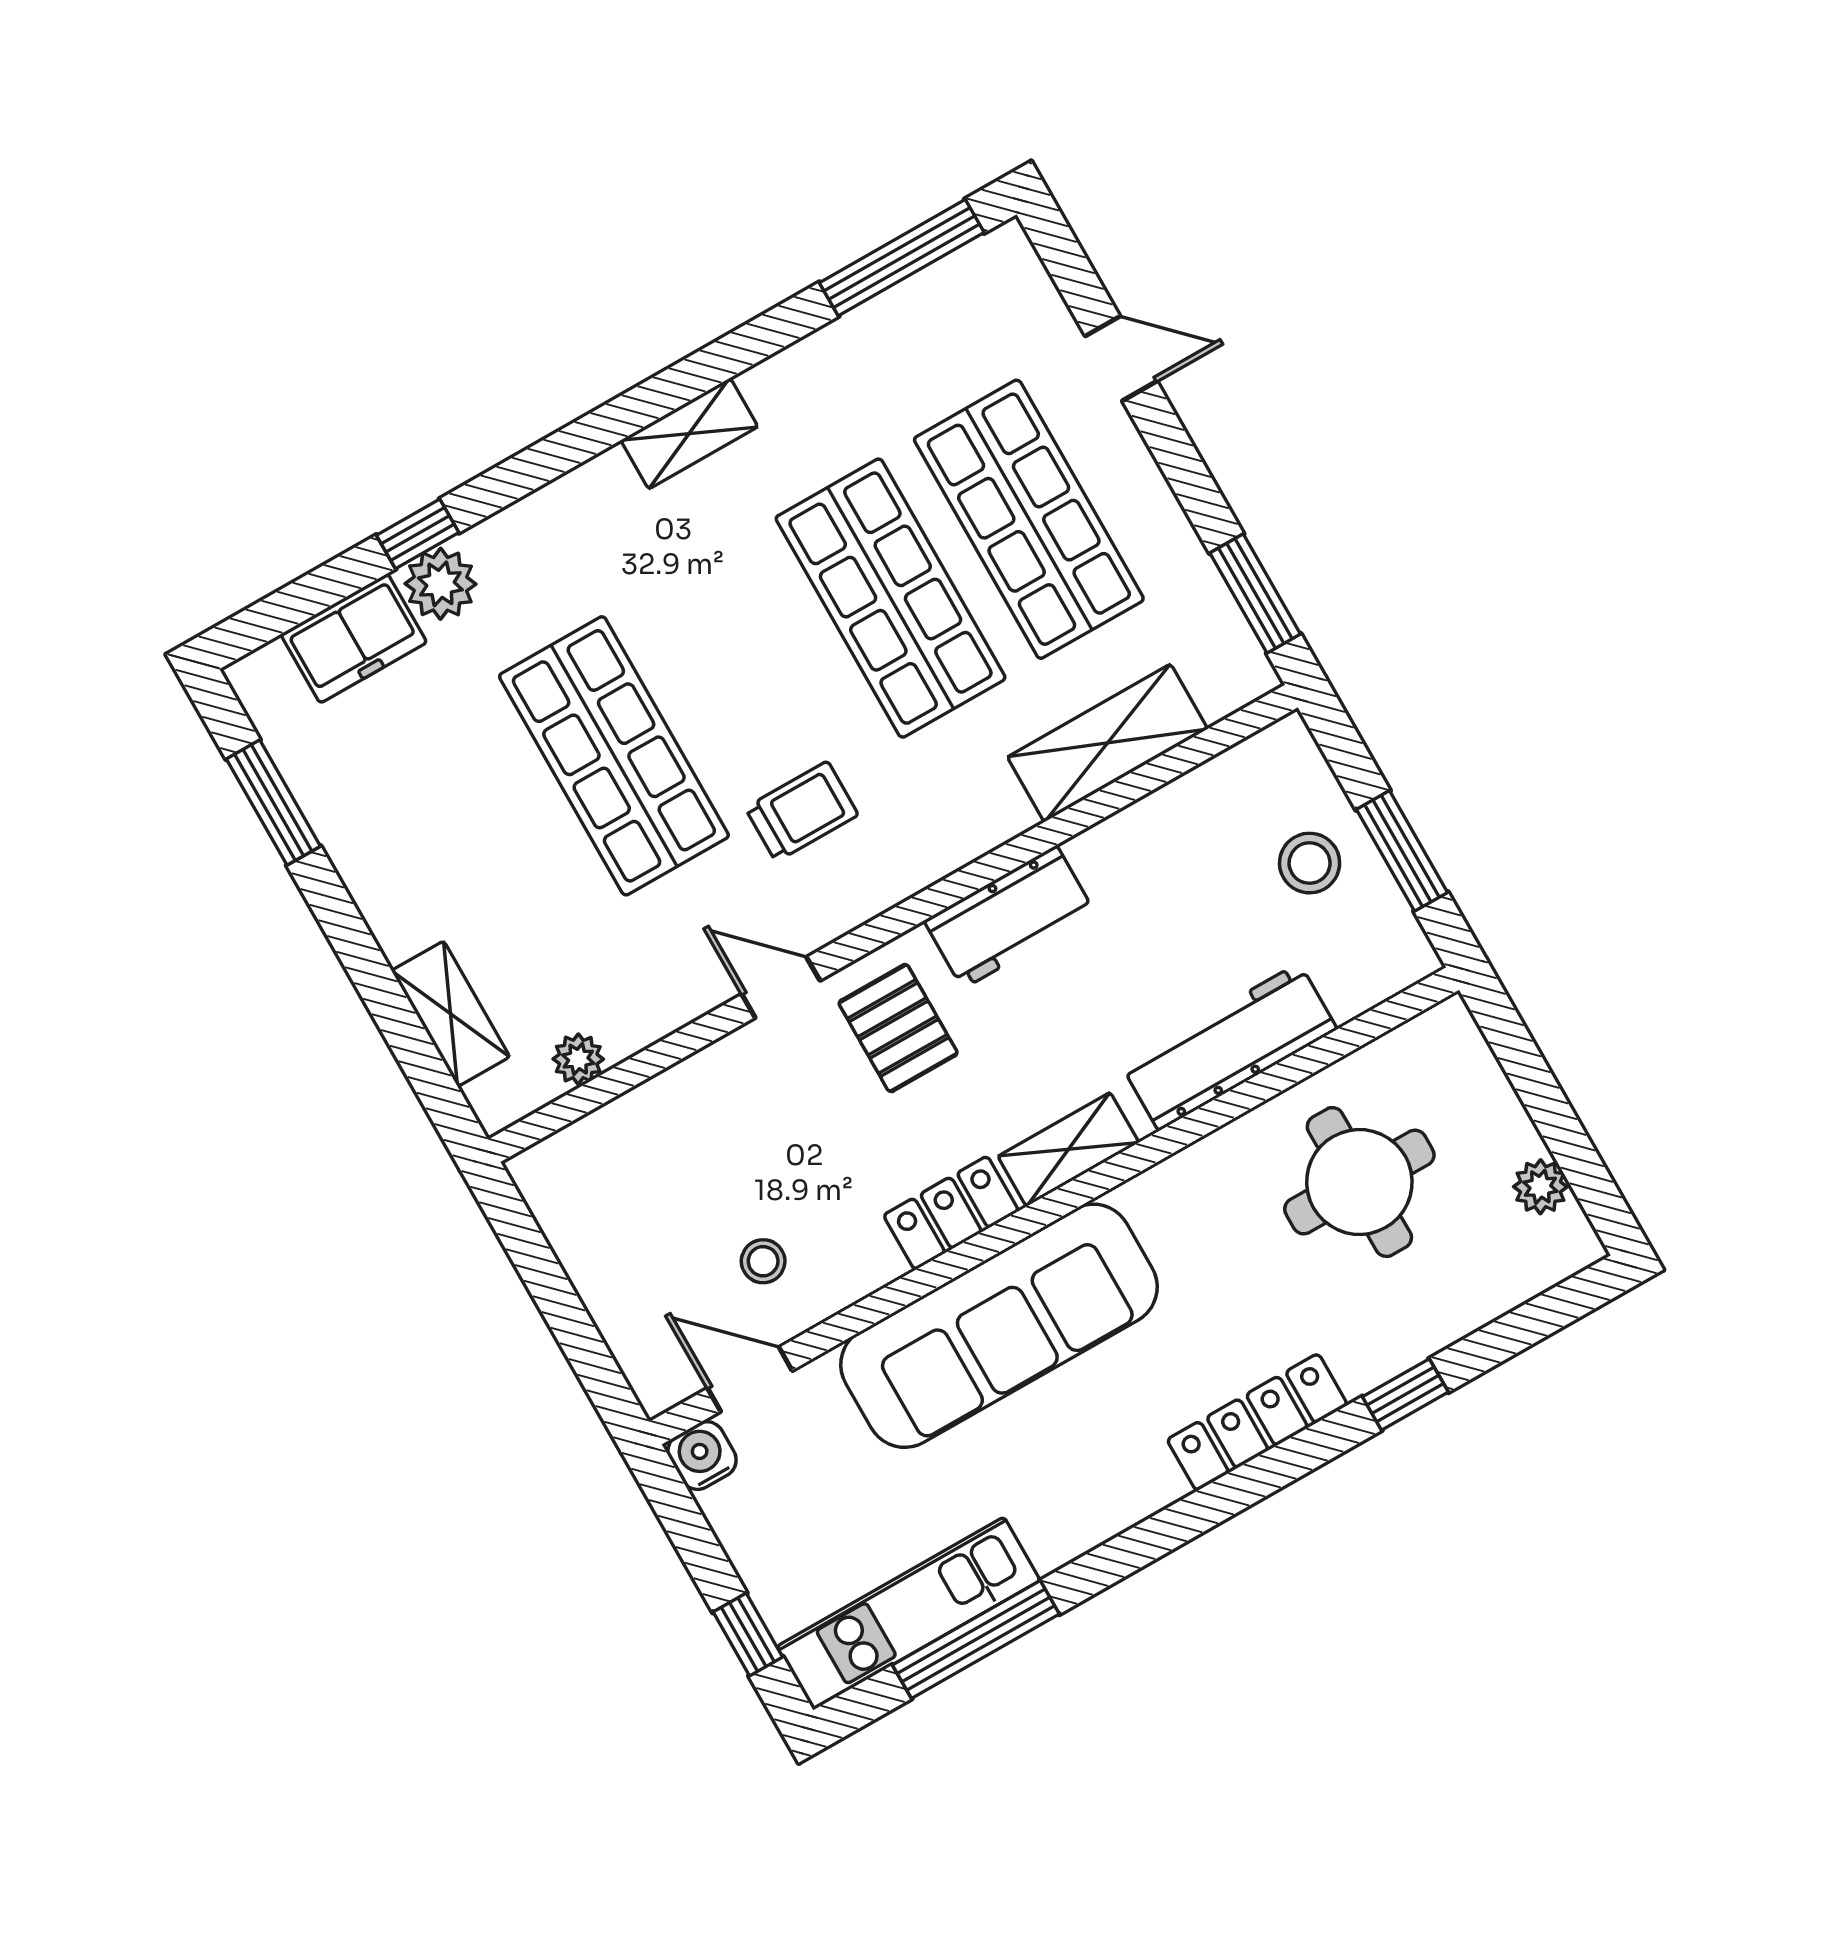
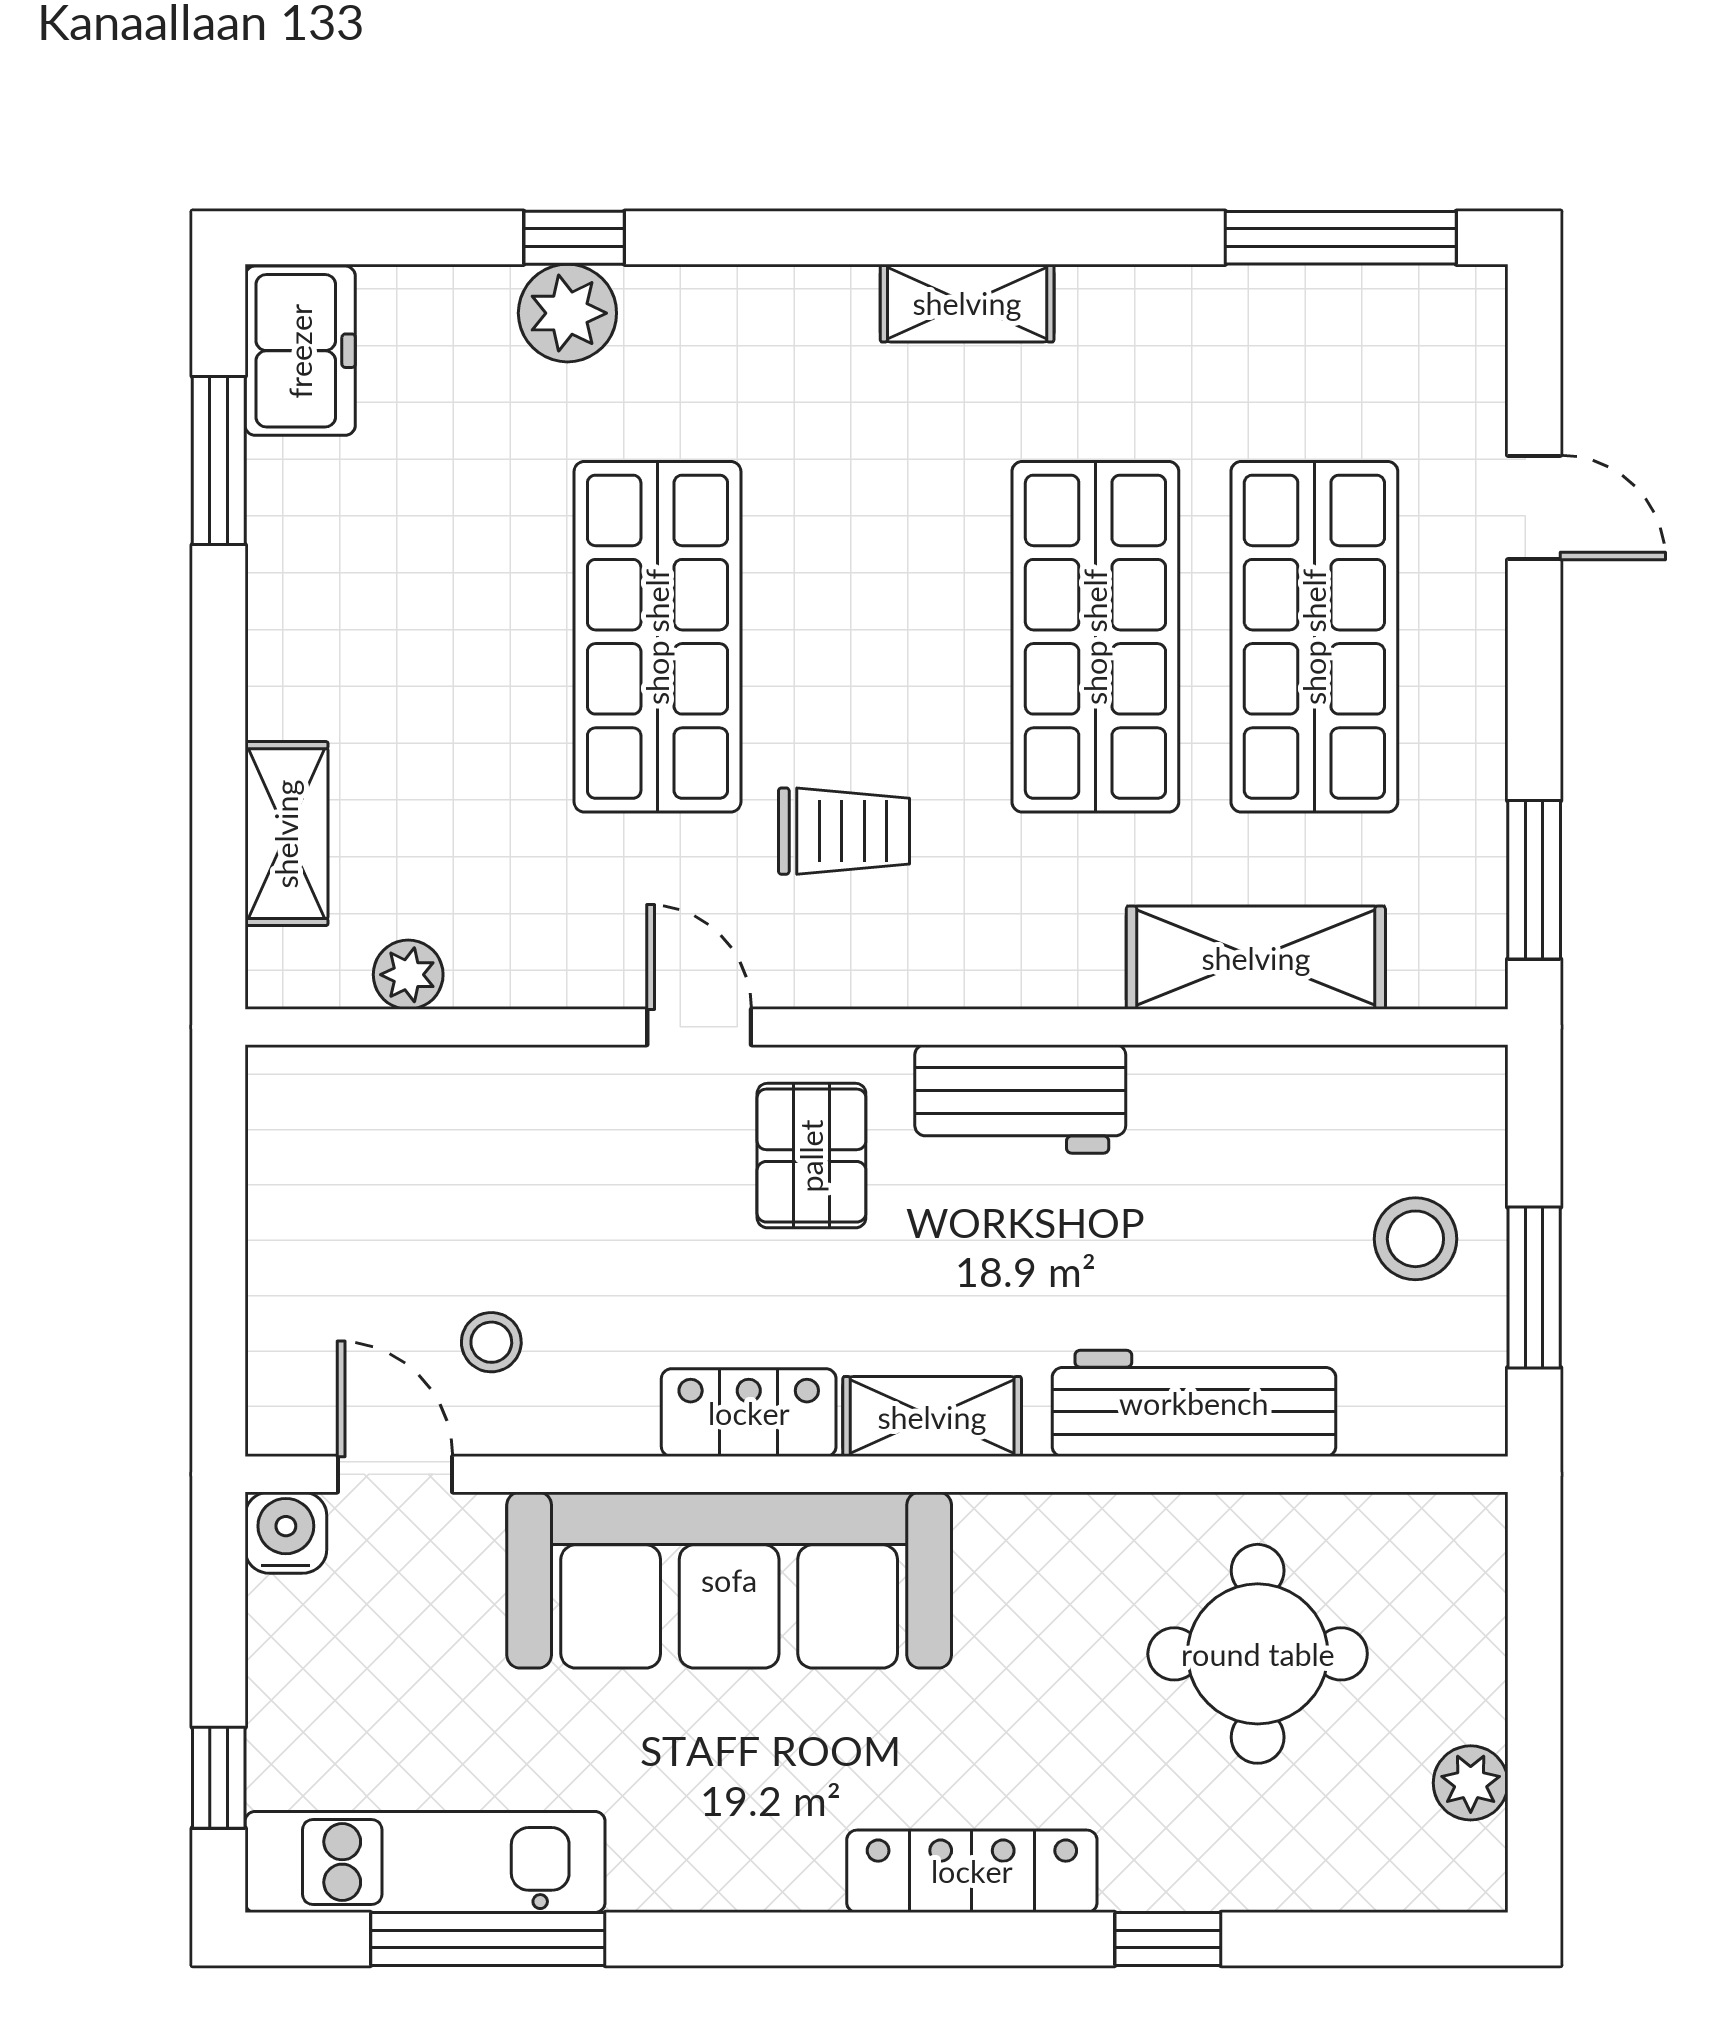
freezer: (354, 638) -> (300, 351), moved, turned -90

